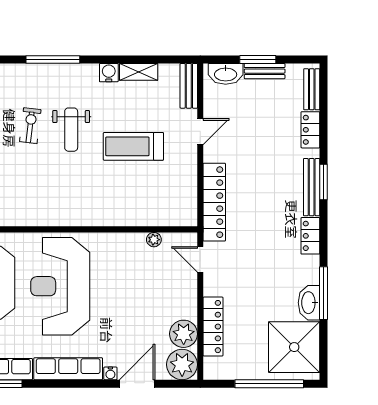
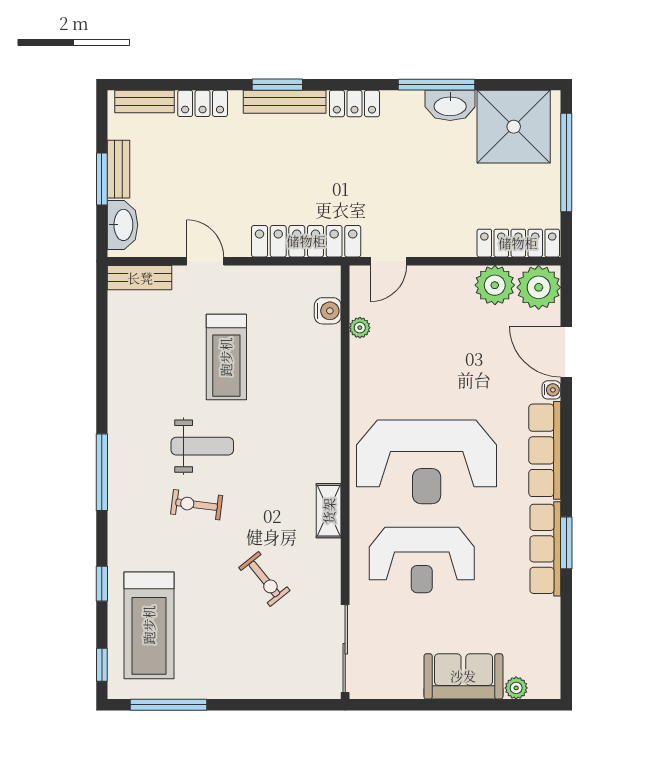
shelving: (139, 72) -> (329, 511), moved
water cooler: (109, 73) -> (328, 311), moved, turned 180
locker: (213, 327) -> (518, 243), moved

